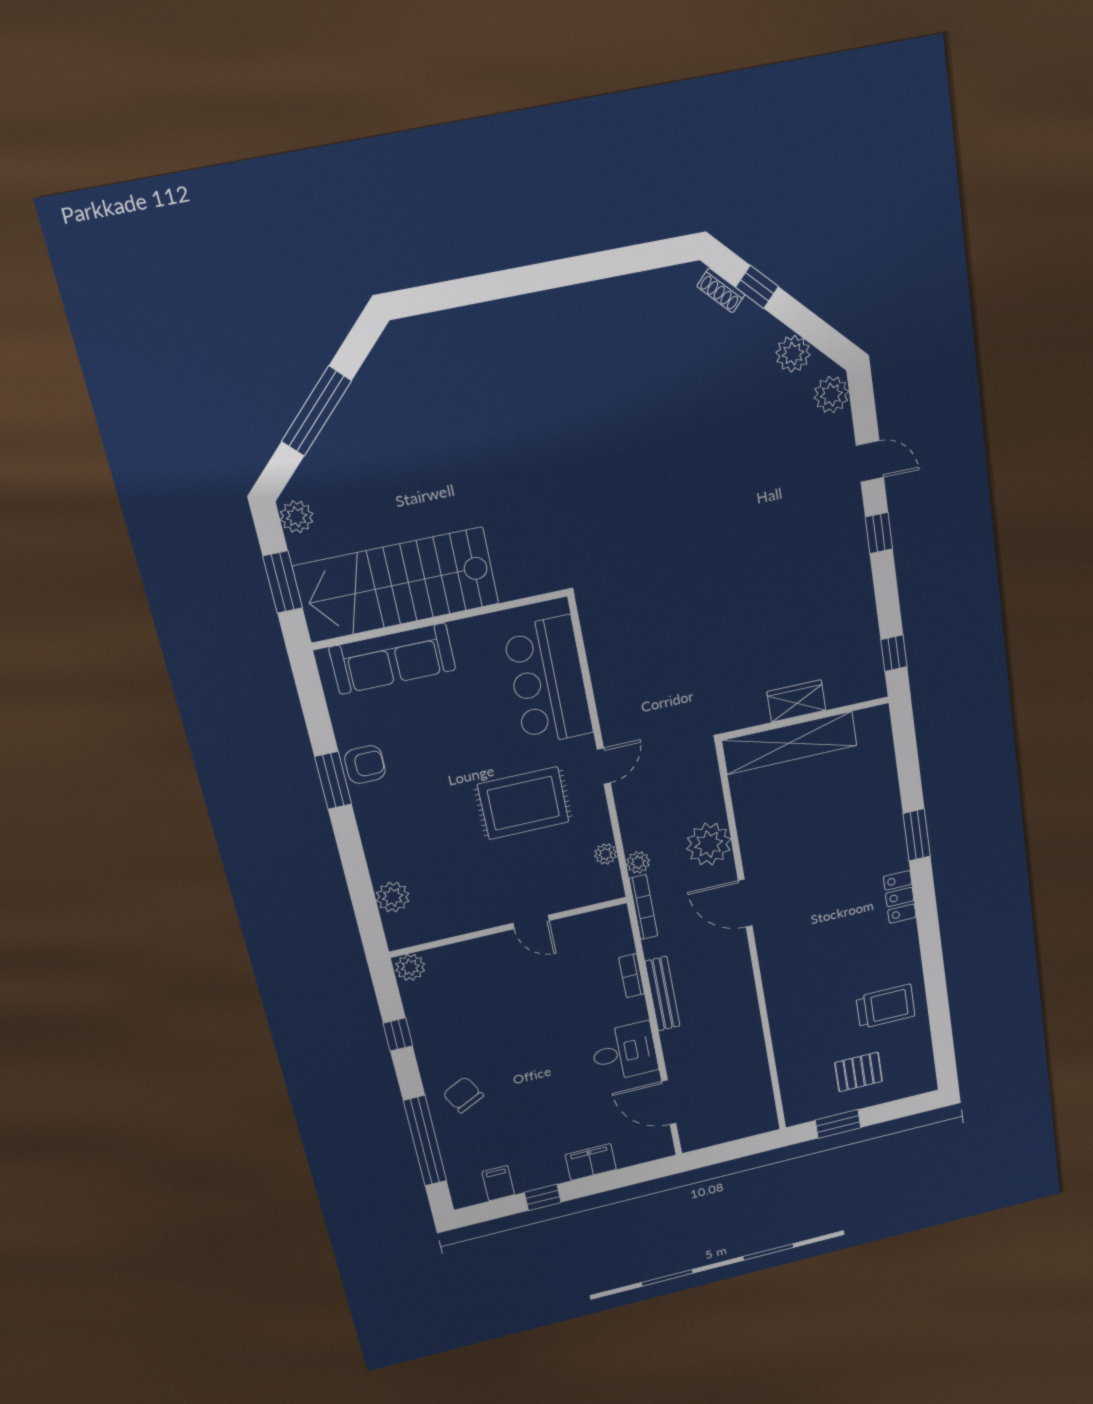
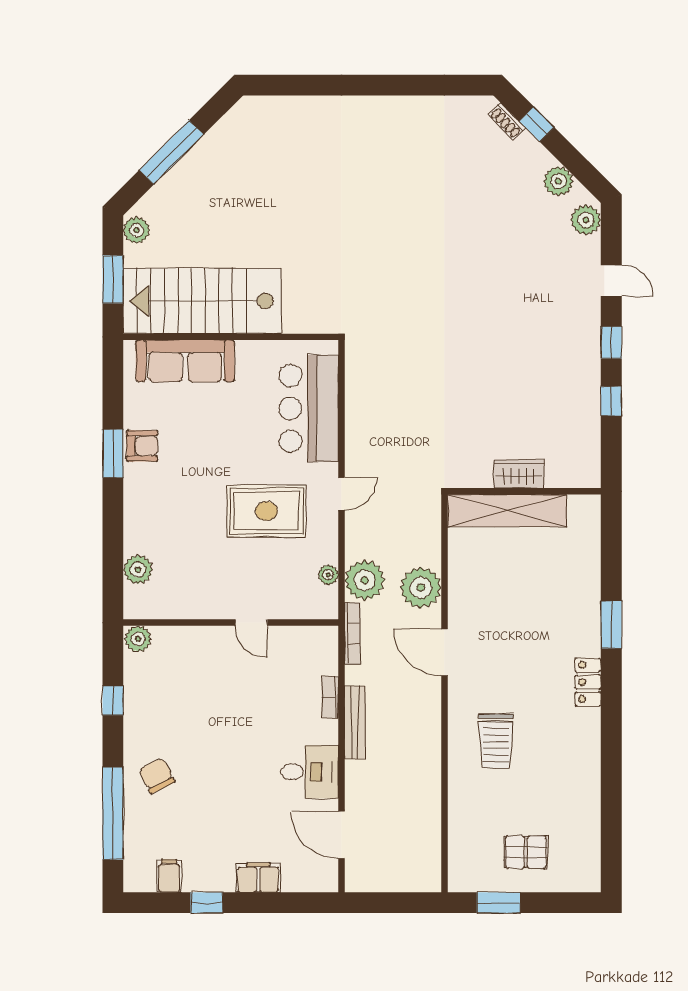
window: (894, 653) -> (611, 401), moved
plant: (638, 862) -> (365, 580), width x1.88, depth x1.88
trolley: (886, 1006) -> (496, 741), moved, turned 90

